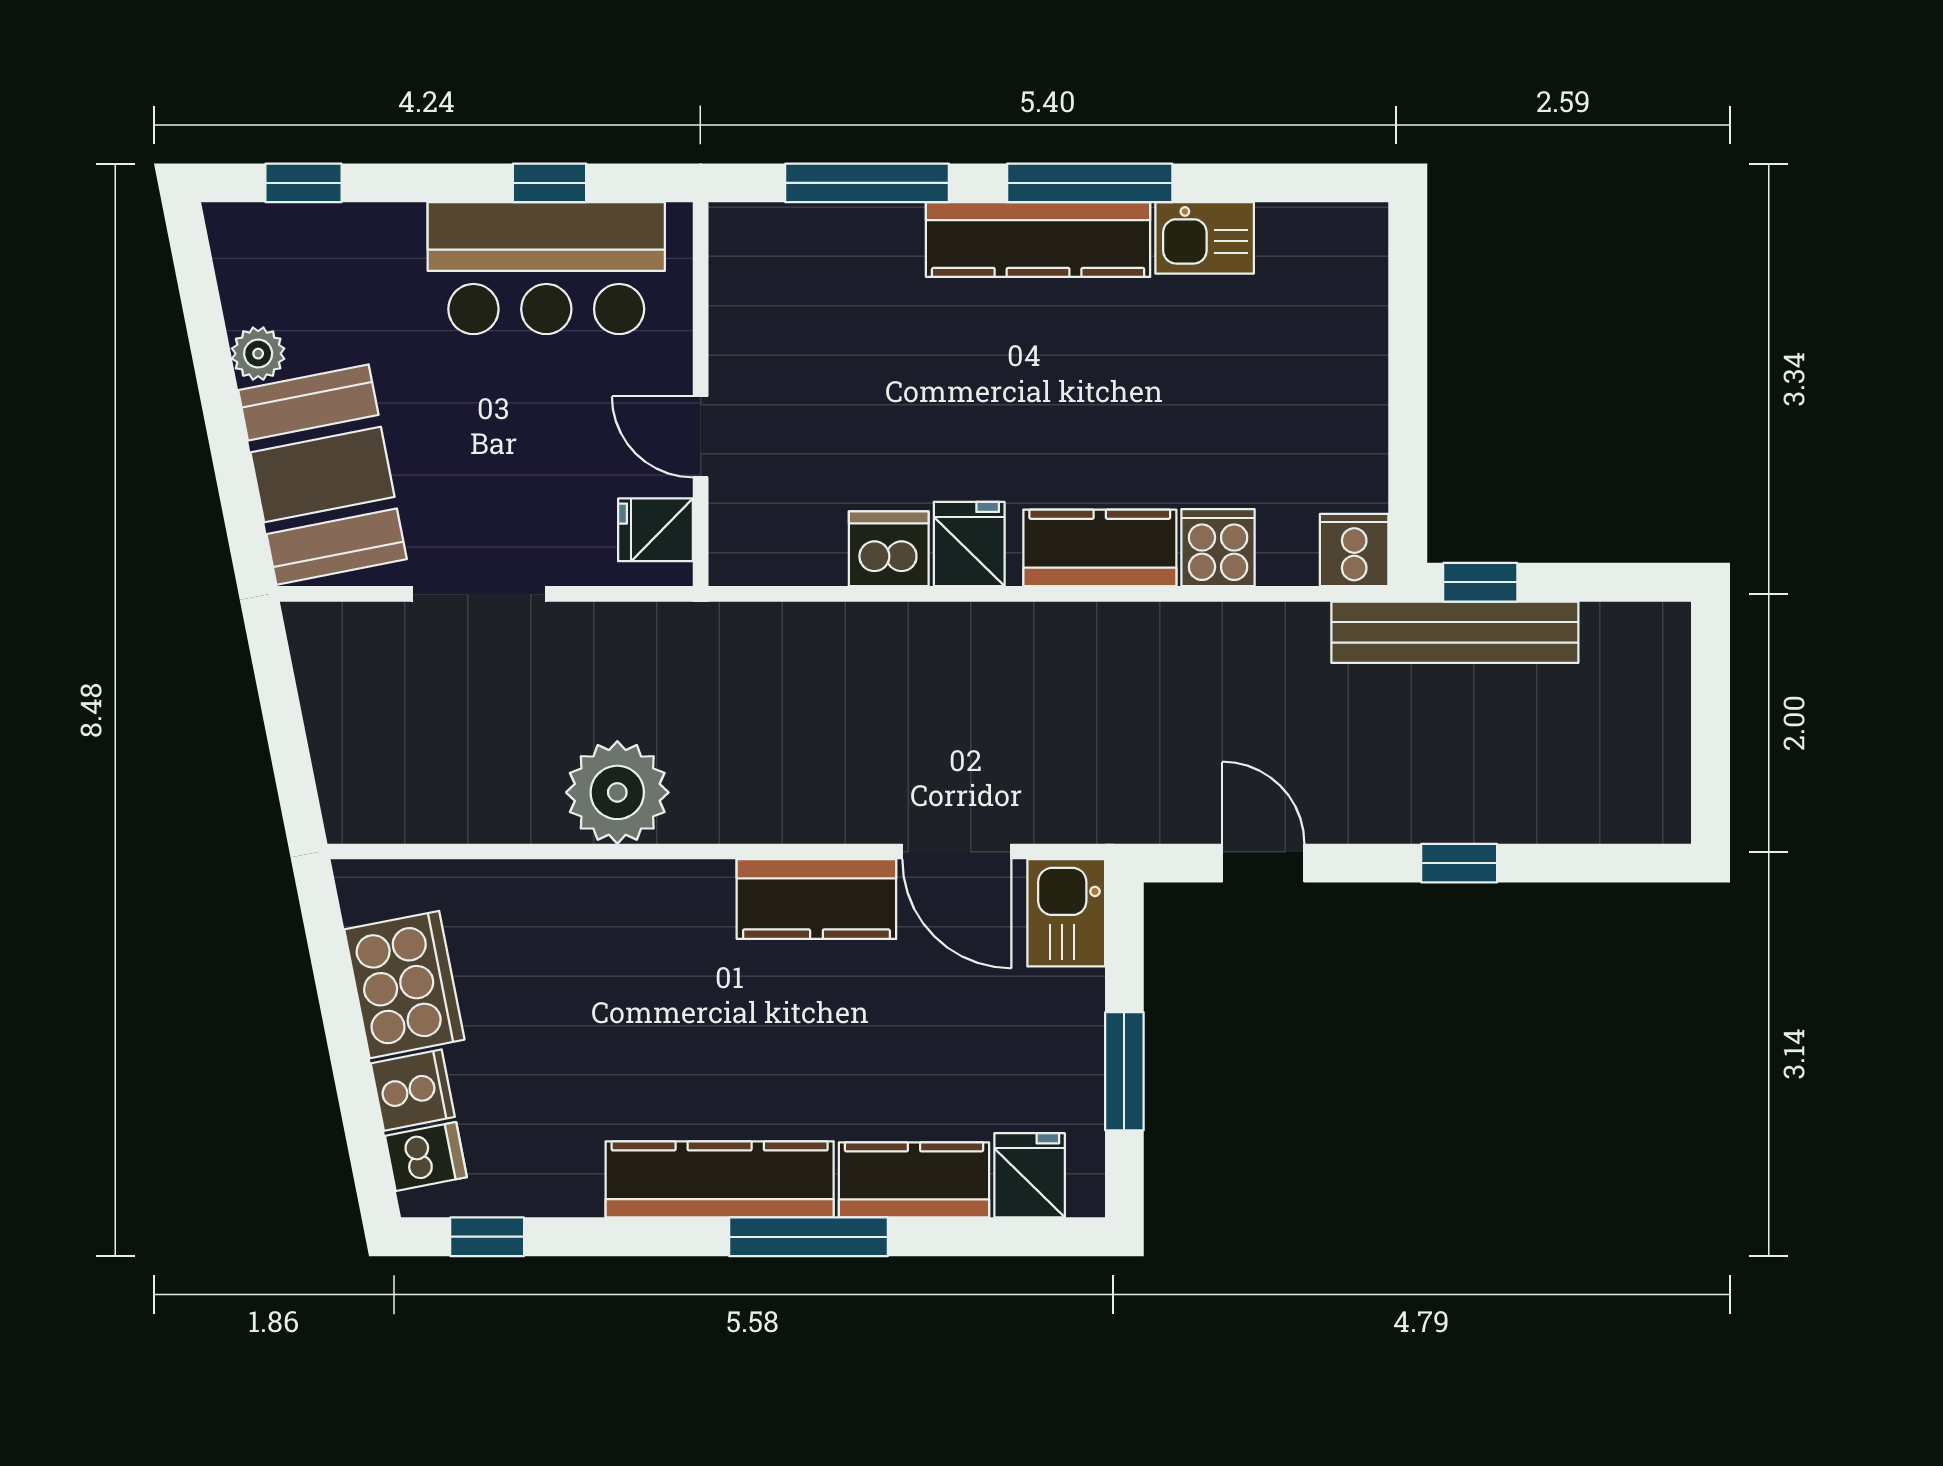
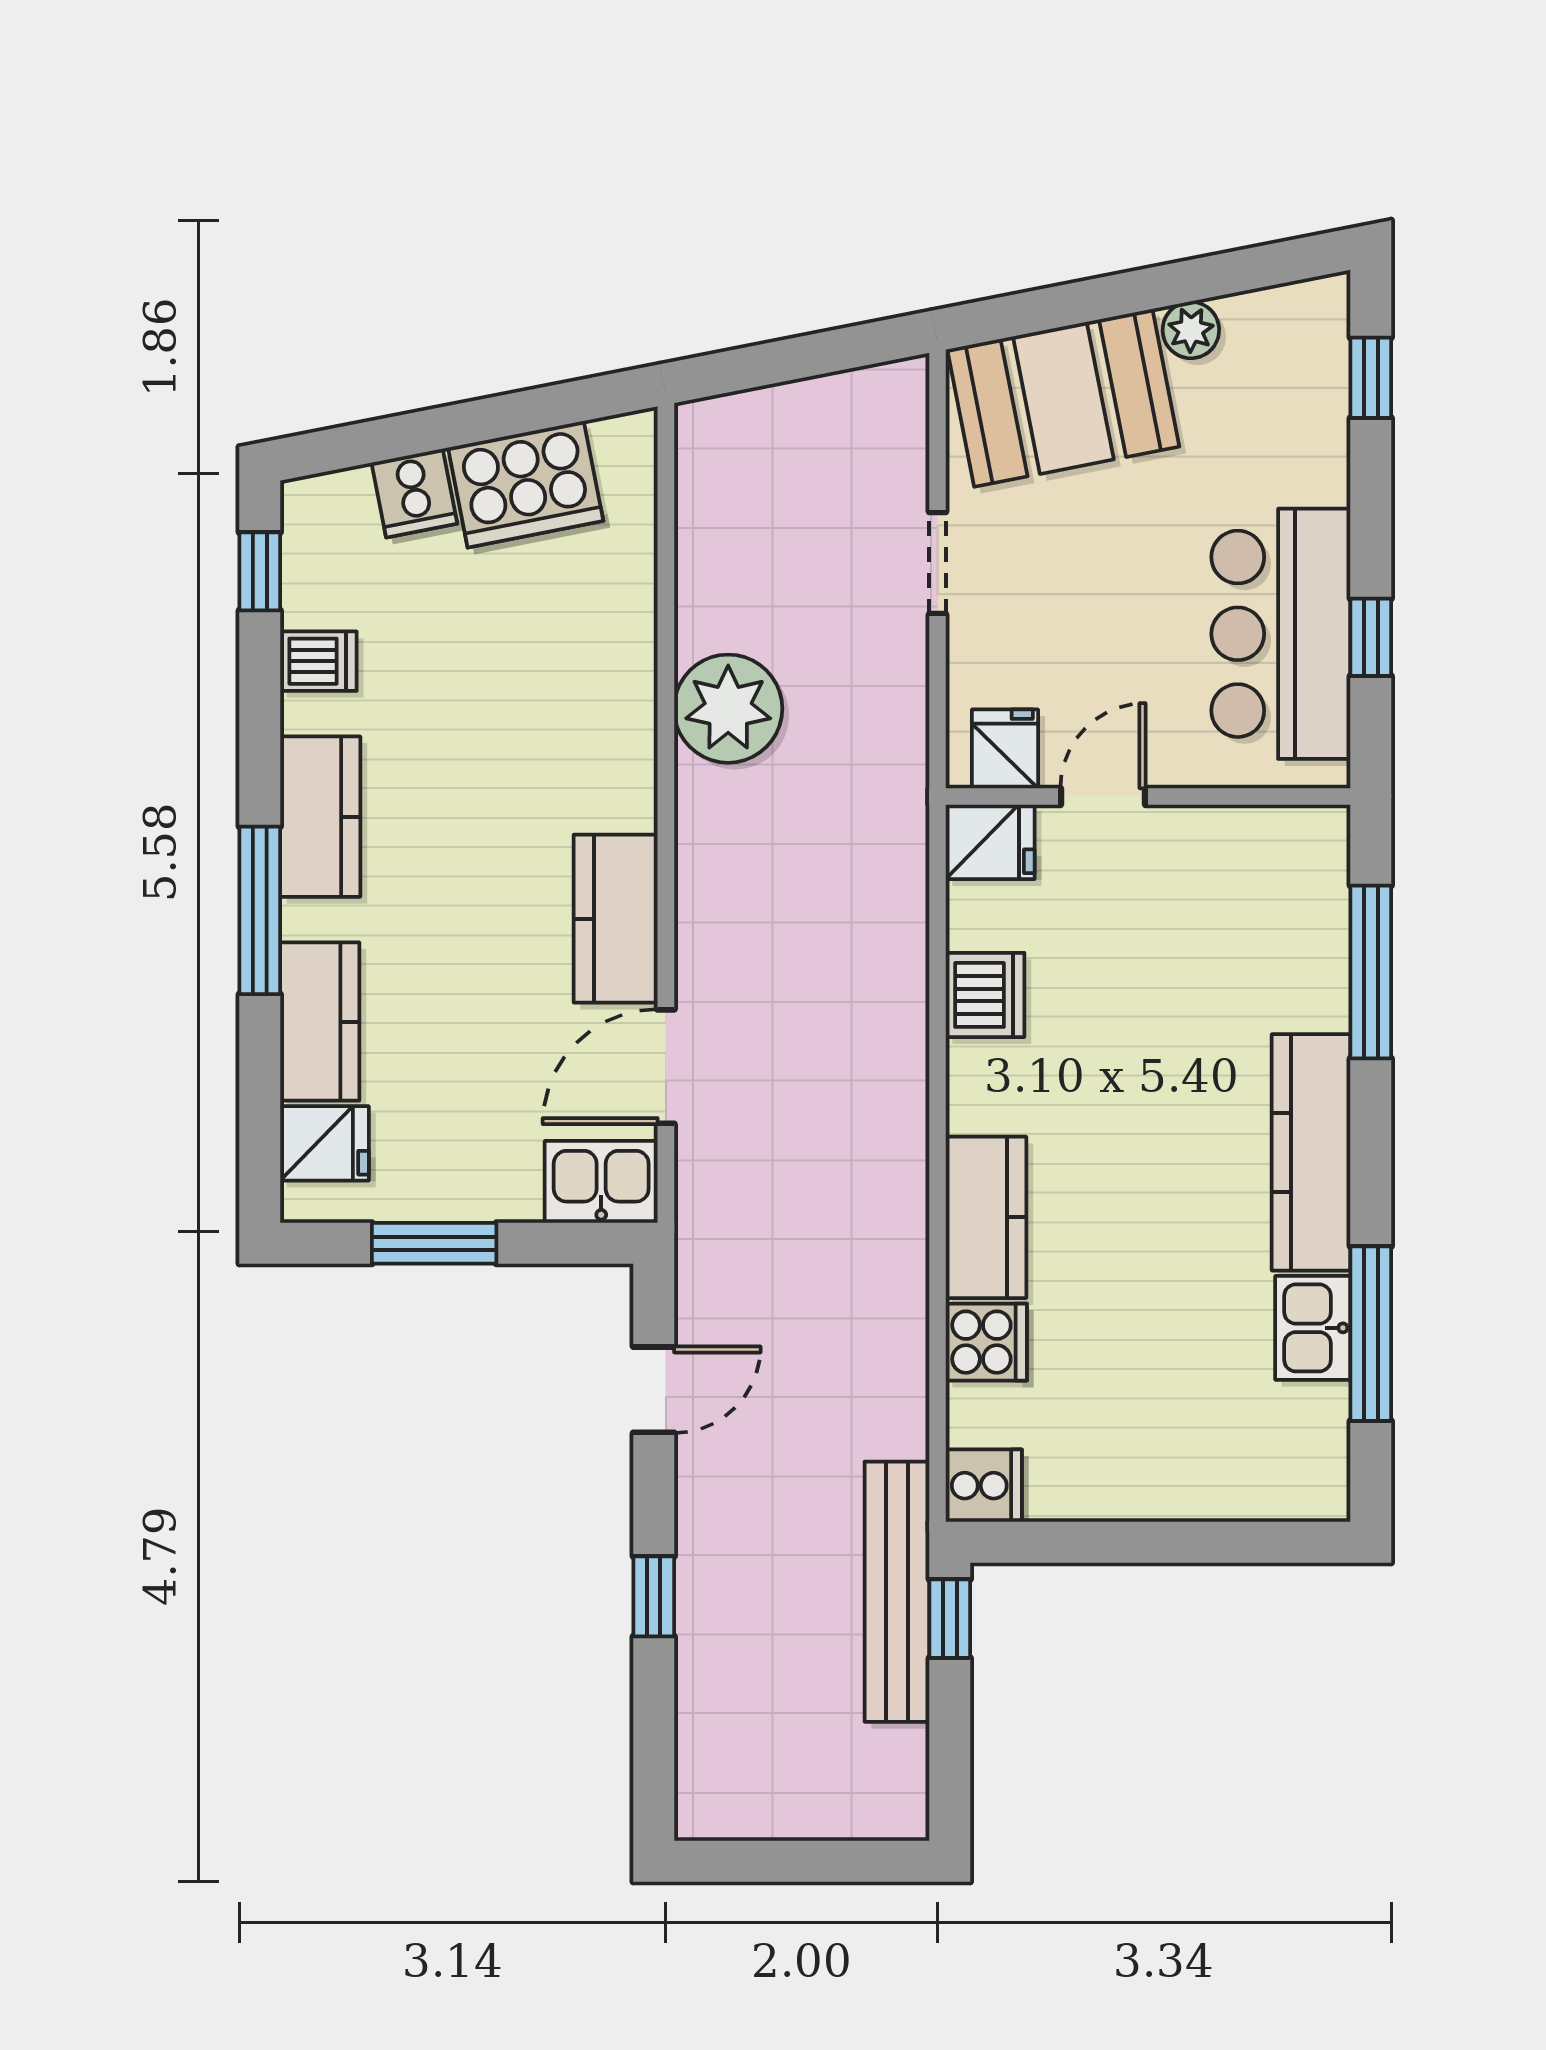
window: (1090, 183) -> (1371, 1334), moved
fridge: (969, 544) -> (990, 842), moved
doorway: (479, 594) -> (938, 563), width x0.73
dishwasher: (426, 1157) -> (318, 661), moved, turned -79
kitchen counter: (720, 1179) -> (320, 817), width x0.67

